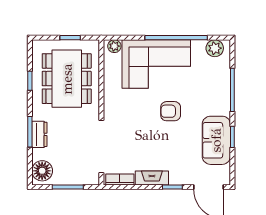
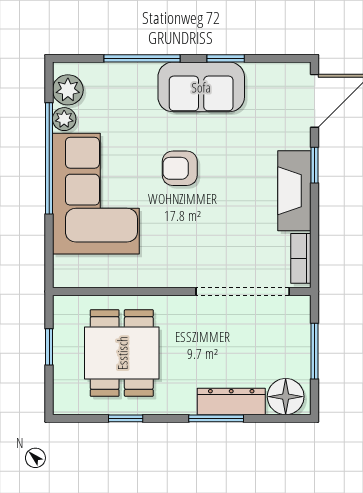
plant: (114, 46) -> (64, 119), moved
dining table: (67, 79) -> (122, 353), width x0.73
armchair: (171, 111) -> (180, 168), turned 90
dresser: (39, 134) -> (231, 402), width x1.44
sofa: (216, 140) -> (201, 87), moved
fireplace: (152, 178) -> (294, 191), width x1.37, depth x1.32

